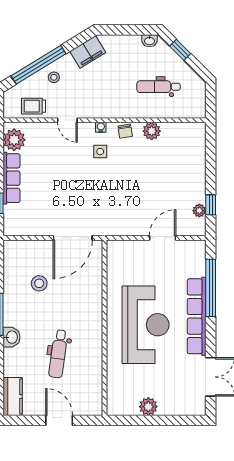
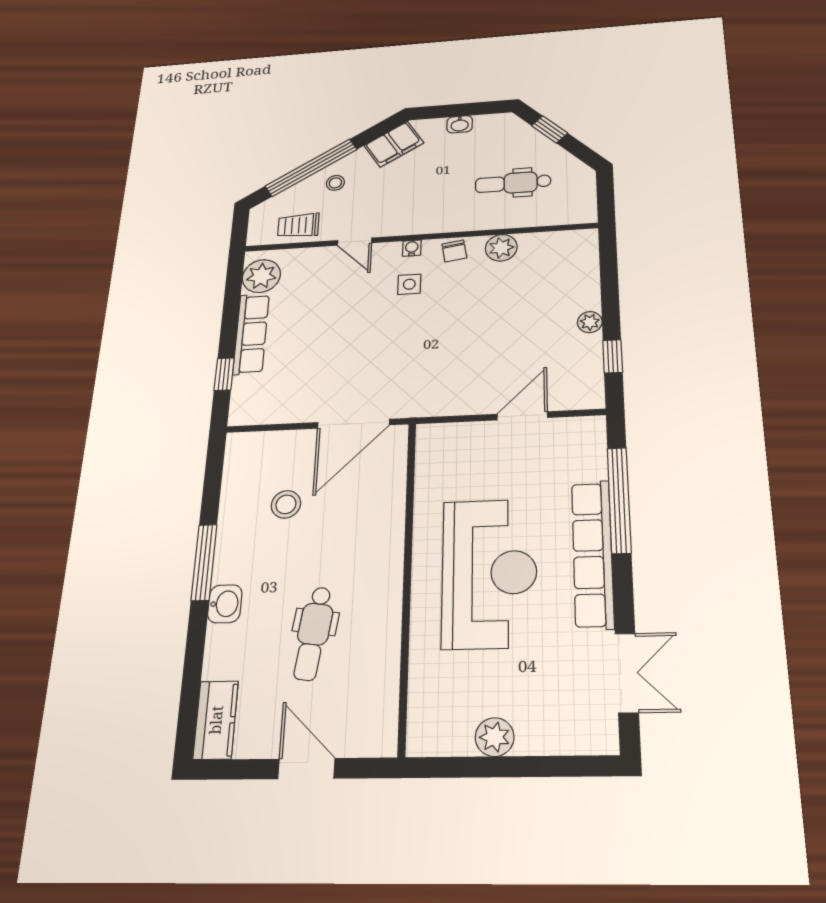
washbasin: (149, 41) -> (460, 124), moved
plant: (199, 211) -> (590, 322), moved

